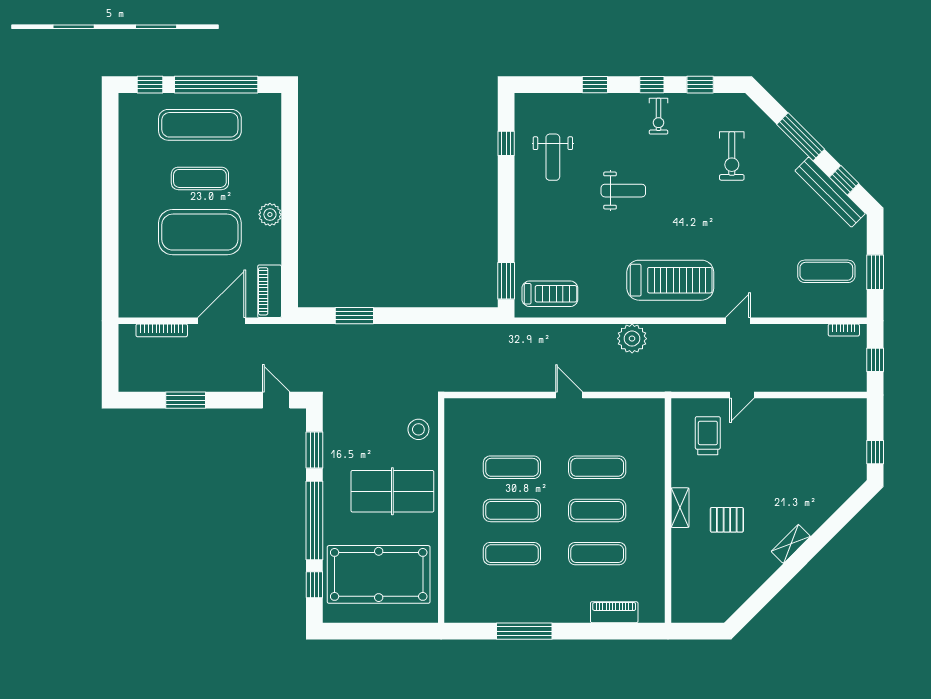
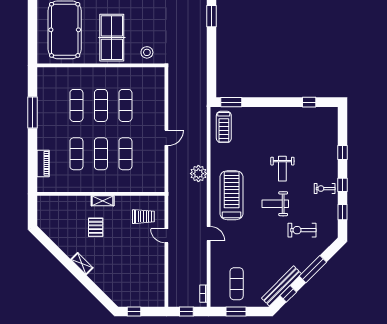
weight bench: (553, 157) -> (275, 204), moved
treadmill: (670, 280) -> (232, 195), turned 180

